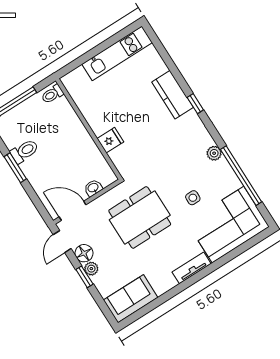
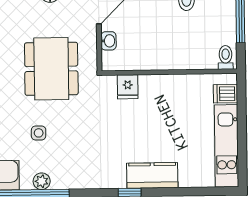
dishwasher: (79, 78) -> (225, 94), added
fridge: (110, 140) -> (128, 87), moved
plant: (214, 153) -> (42, 181), moved

